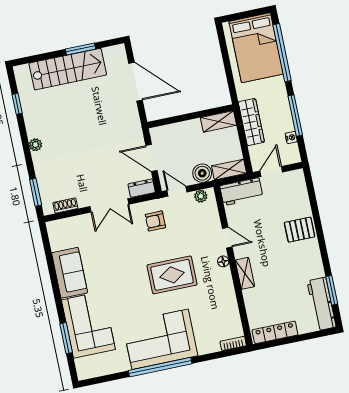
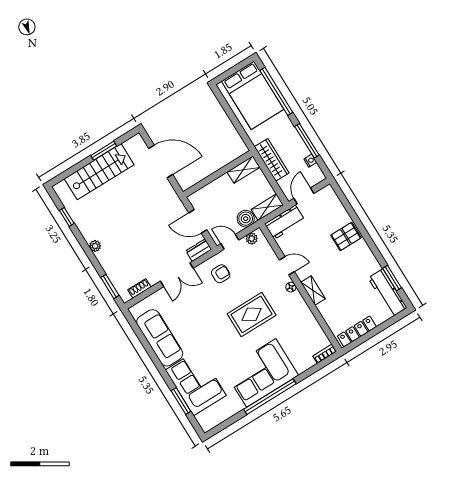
armchair: (155, 221) -> (221, 274), turned 180
sofa: (70, 273) -> (160, 338), width x1.36

